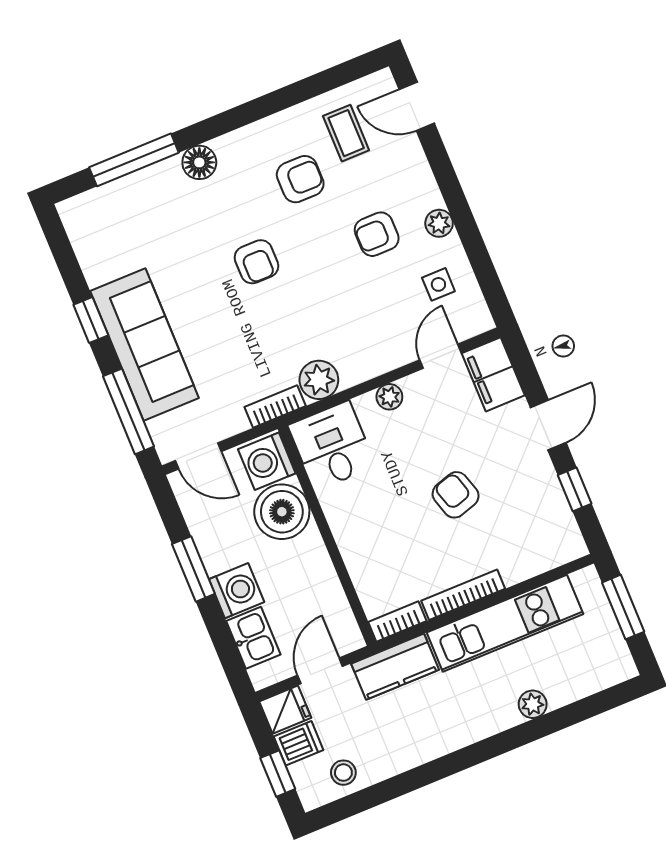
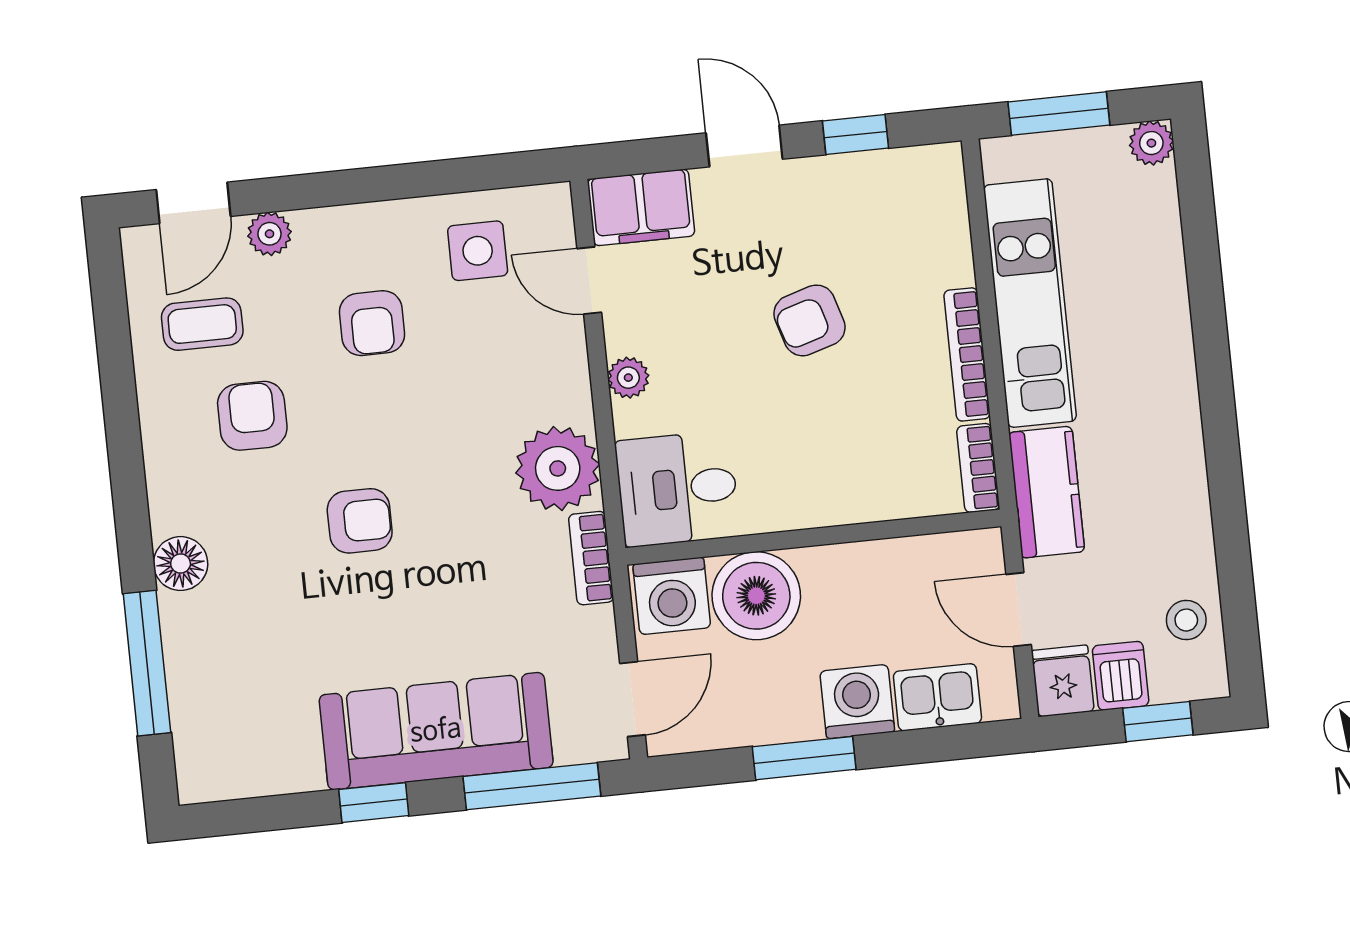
plant: (439, 223) -> (269, 234), moved
side table: (438, 284) -> (478, 251), width x1.37, depth x1.37
plant: (319, 380) -> (558, 468), width x1.36, depth x1.36
plant: (533, 704) -> (1151, 143), moved

